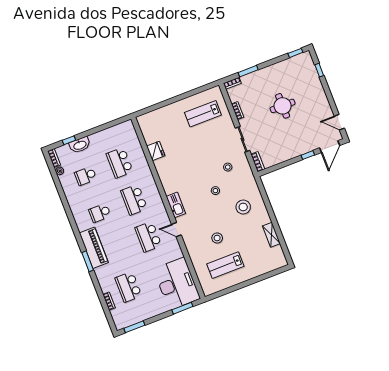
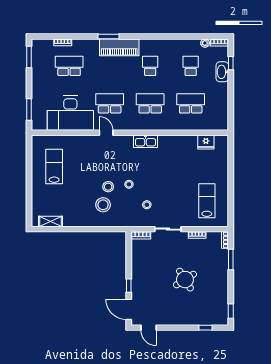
round table: (283, 106) -> (185, 280), turned -32
door: (339, 122) -> (149, 328), swing flipped
fridge: (156, 151) -> (206, 142), moved
kitchen sink: (176, 205) -> (145, 141), moved
door: (176, 230) -> (106, 133), hinge flipped
shelving: (271, 235) -> (51, 221), moved
stool: (217, 238) -> (108, 187), moved
desk: (177, 284) -> (70, 113), moved

